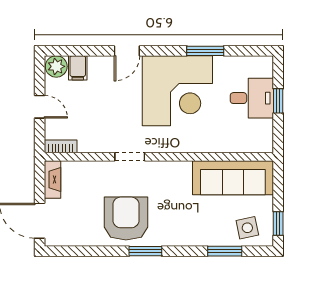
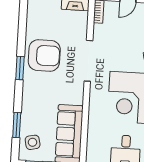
doorway: (130, 157) -> (88, 61), width x1.88

